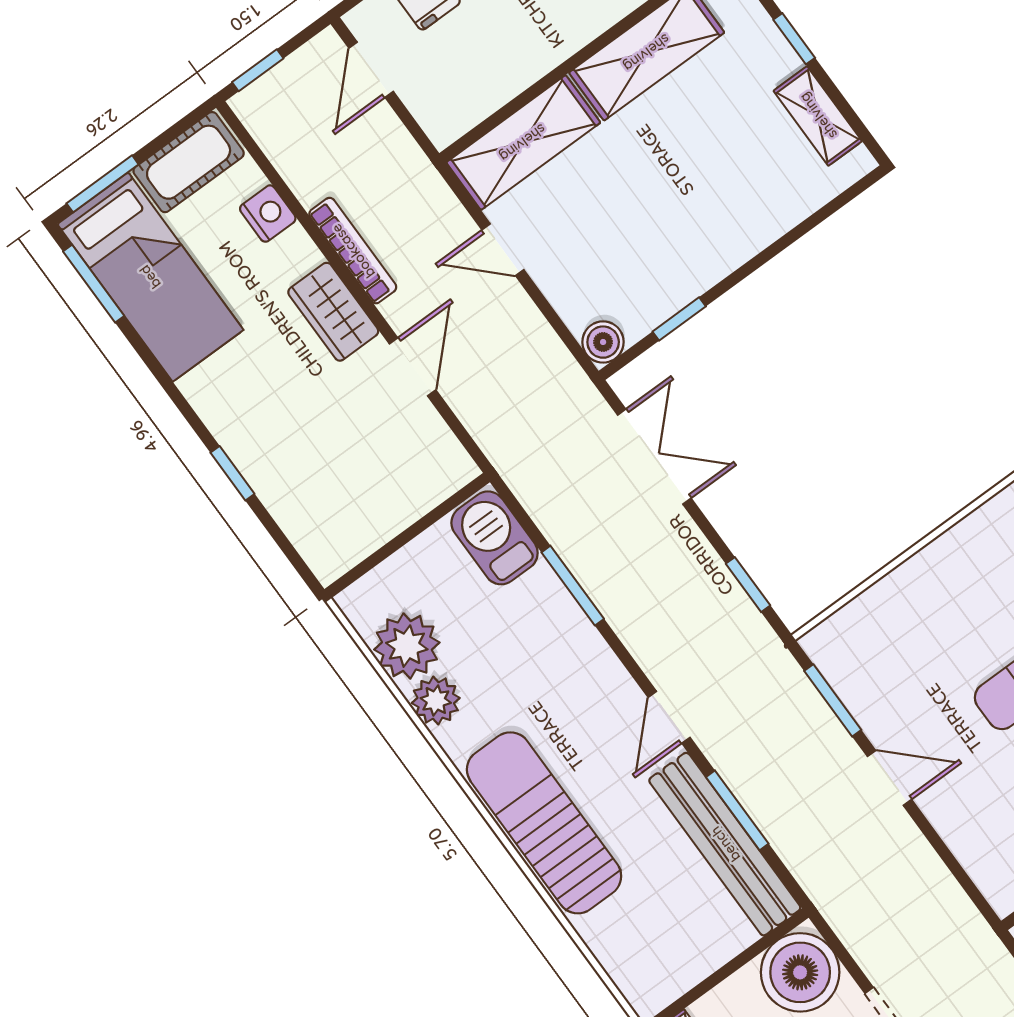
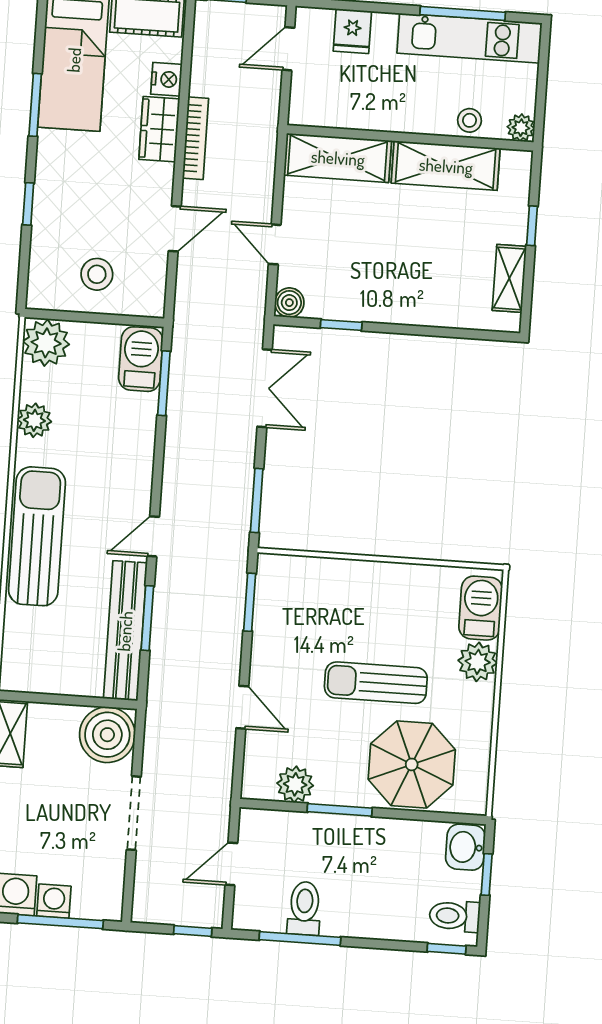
door: (503, 250) -> (275, 244), moved
window: (94, 284) -> (35, 105), moved
wardrobe: (333, 312) -> (159, 129), moved
stool: (370, 487) -> (97, 274), added
window: (748, 585) -> (257, 501), width x1.50
window: (573, 586) -> (164, 383), moved
plant: (407, 646) -> (46, 343), moved
door: (889, 778) -> (242, 707), moved

